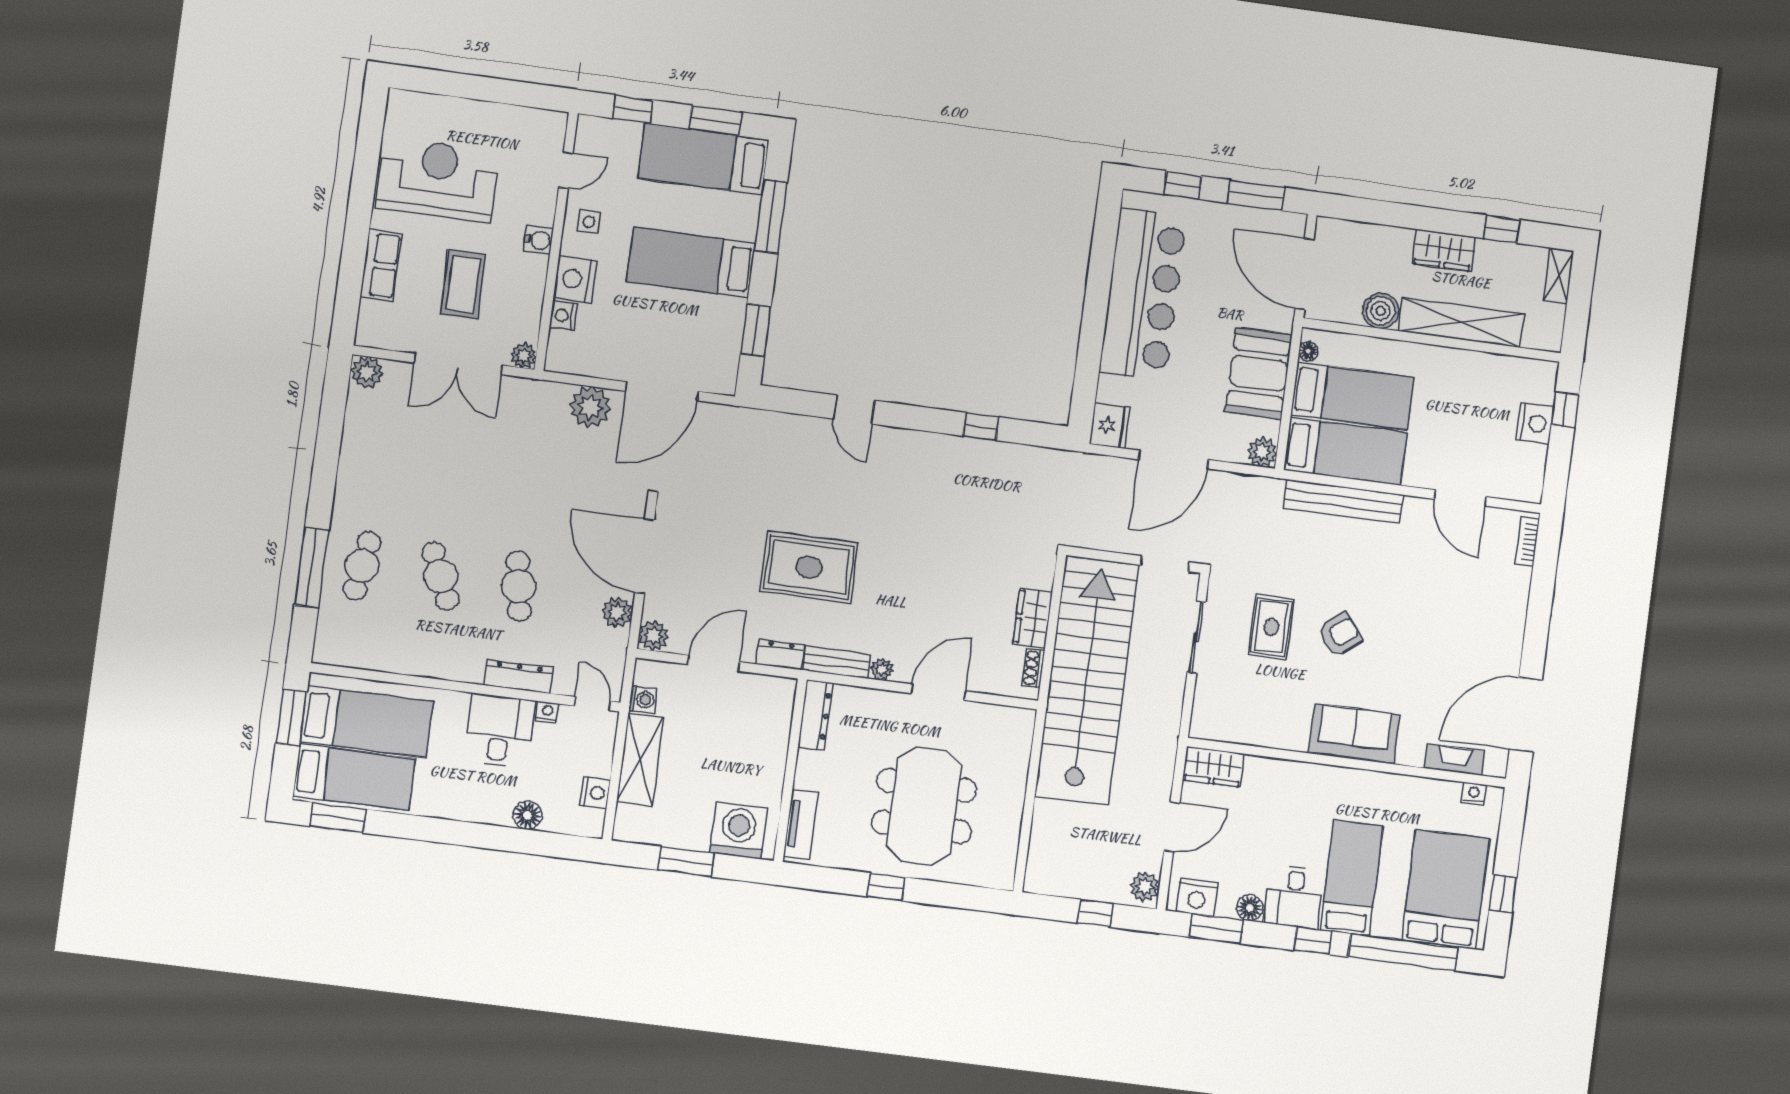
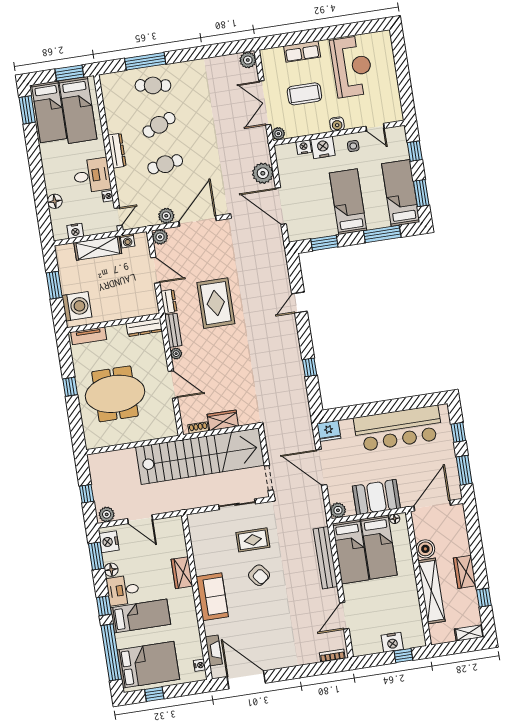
dresser: (518, 676) -> (117, 151), moved
wardrobe: (1213, 767) -> (182, 573), moved

